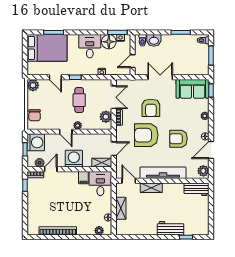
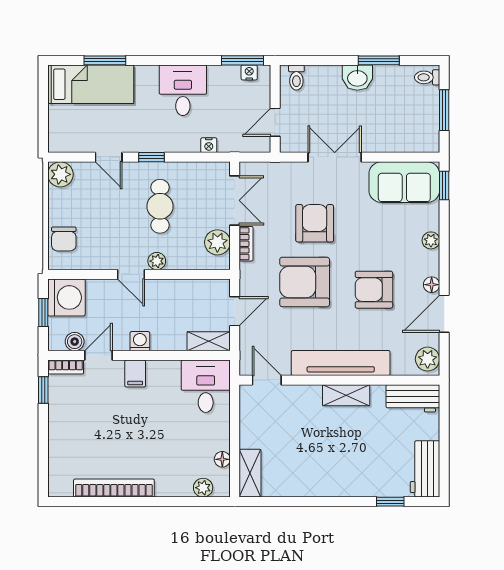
washbasin: (154, 40) -> (357, 78), moved
floor lamp: (109, 42) -> (224, 80), removed
bed: (47, 48) -> (91, 84), width x0.67
armchair: (151, 108) -> (315, 223), turned 180
washing machine: (74, 159) -> (140, 341), width x0.53, depth x0.53
filing cabinet: (83, 178) -> (135, 373), moved
shelving: (151, 188) -> (346, 395), moved
shelving: (121, 208) -> (250, 473), moved
workbench: (170, 228) -> (425, 469), moved, turned -90

